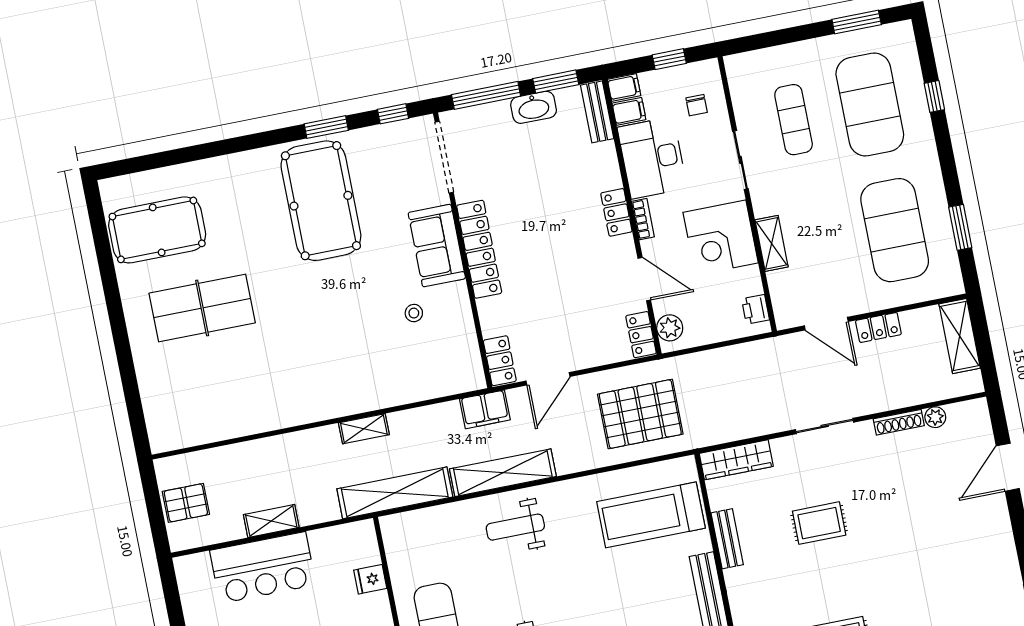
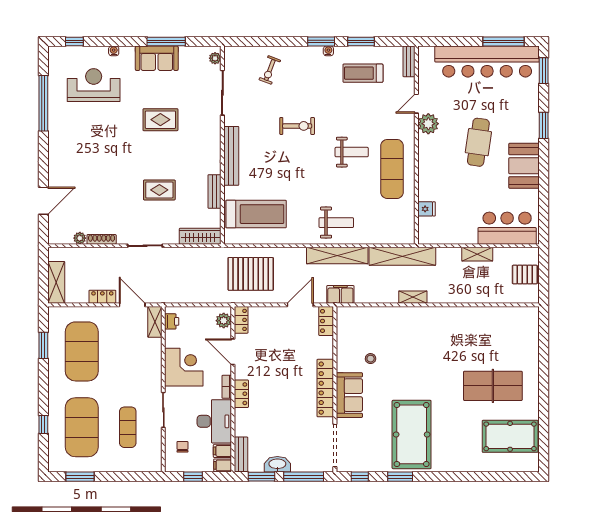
shelving: (772, 243) -> (155, 322), moved
bar counter: (263, 568) -> (507, 228), moved

